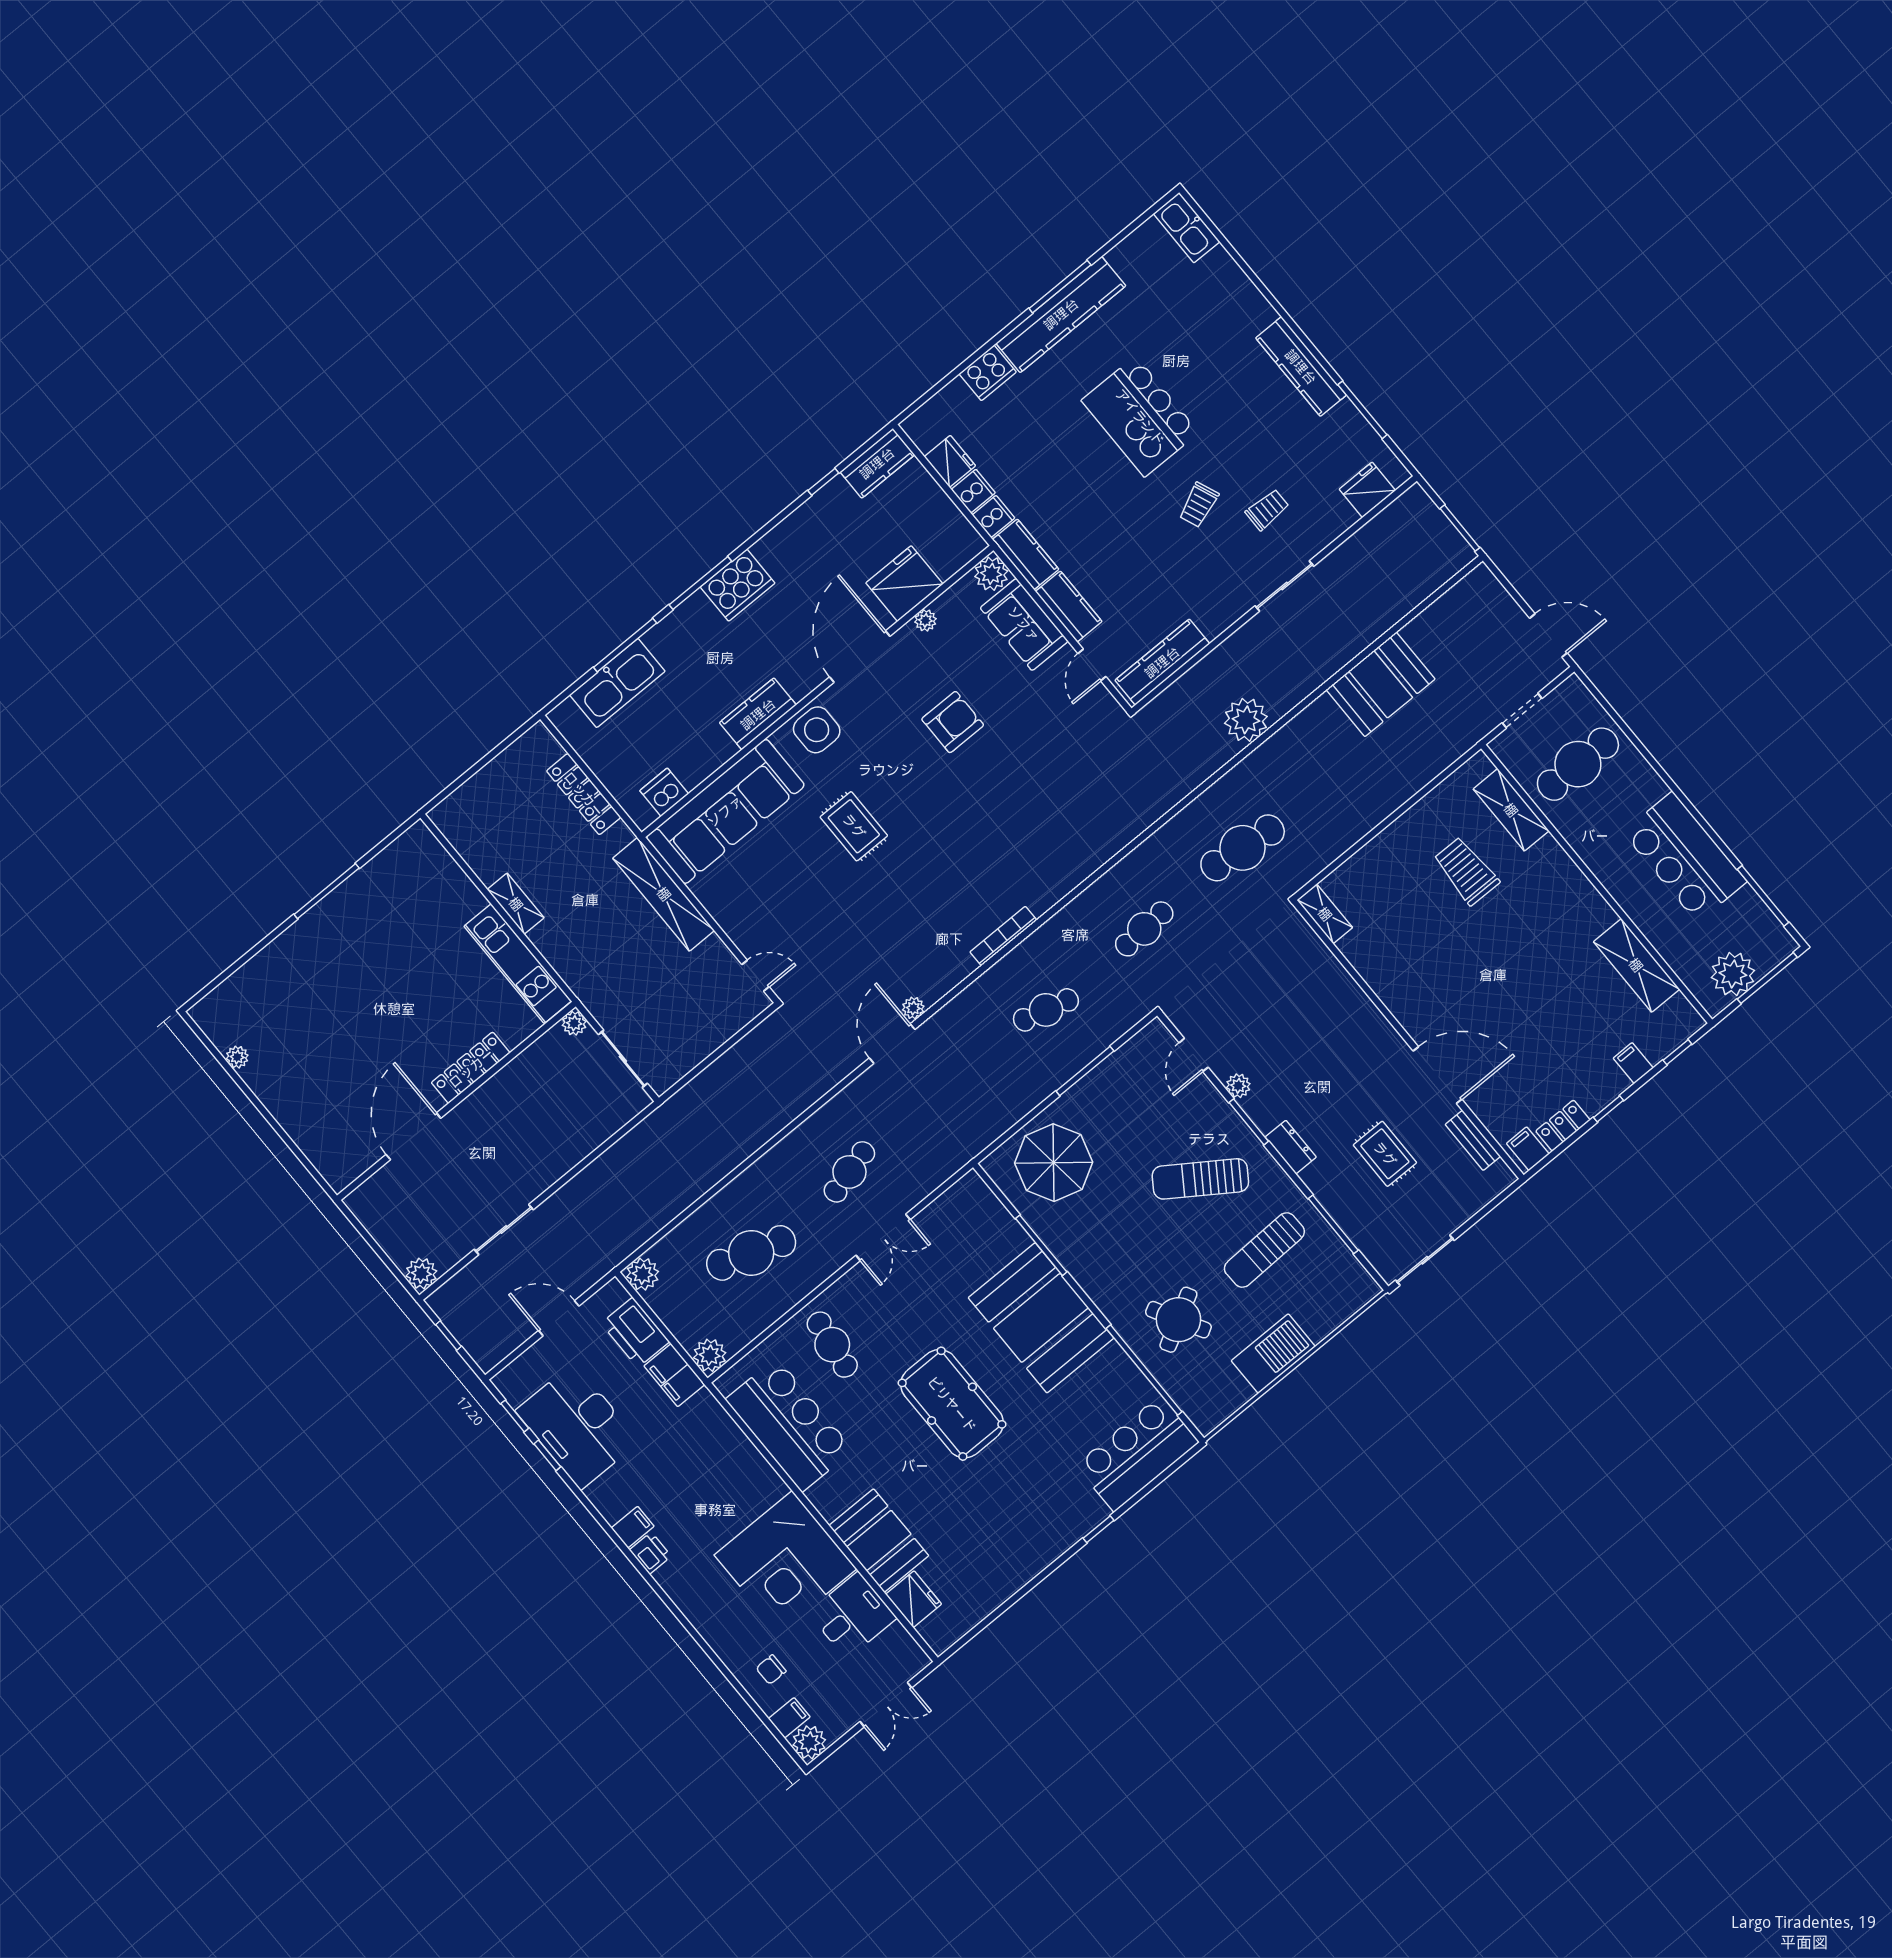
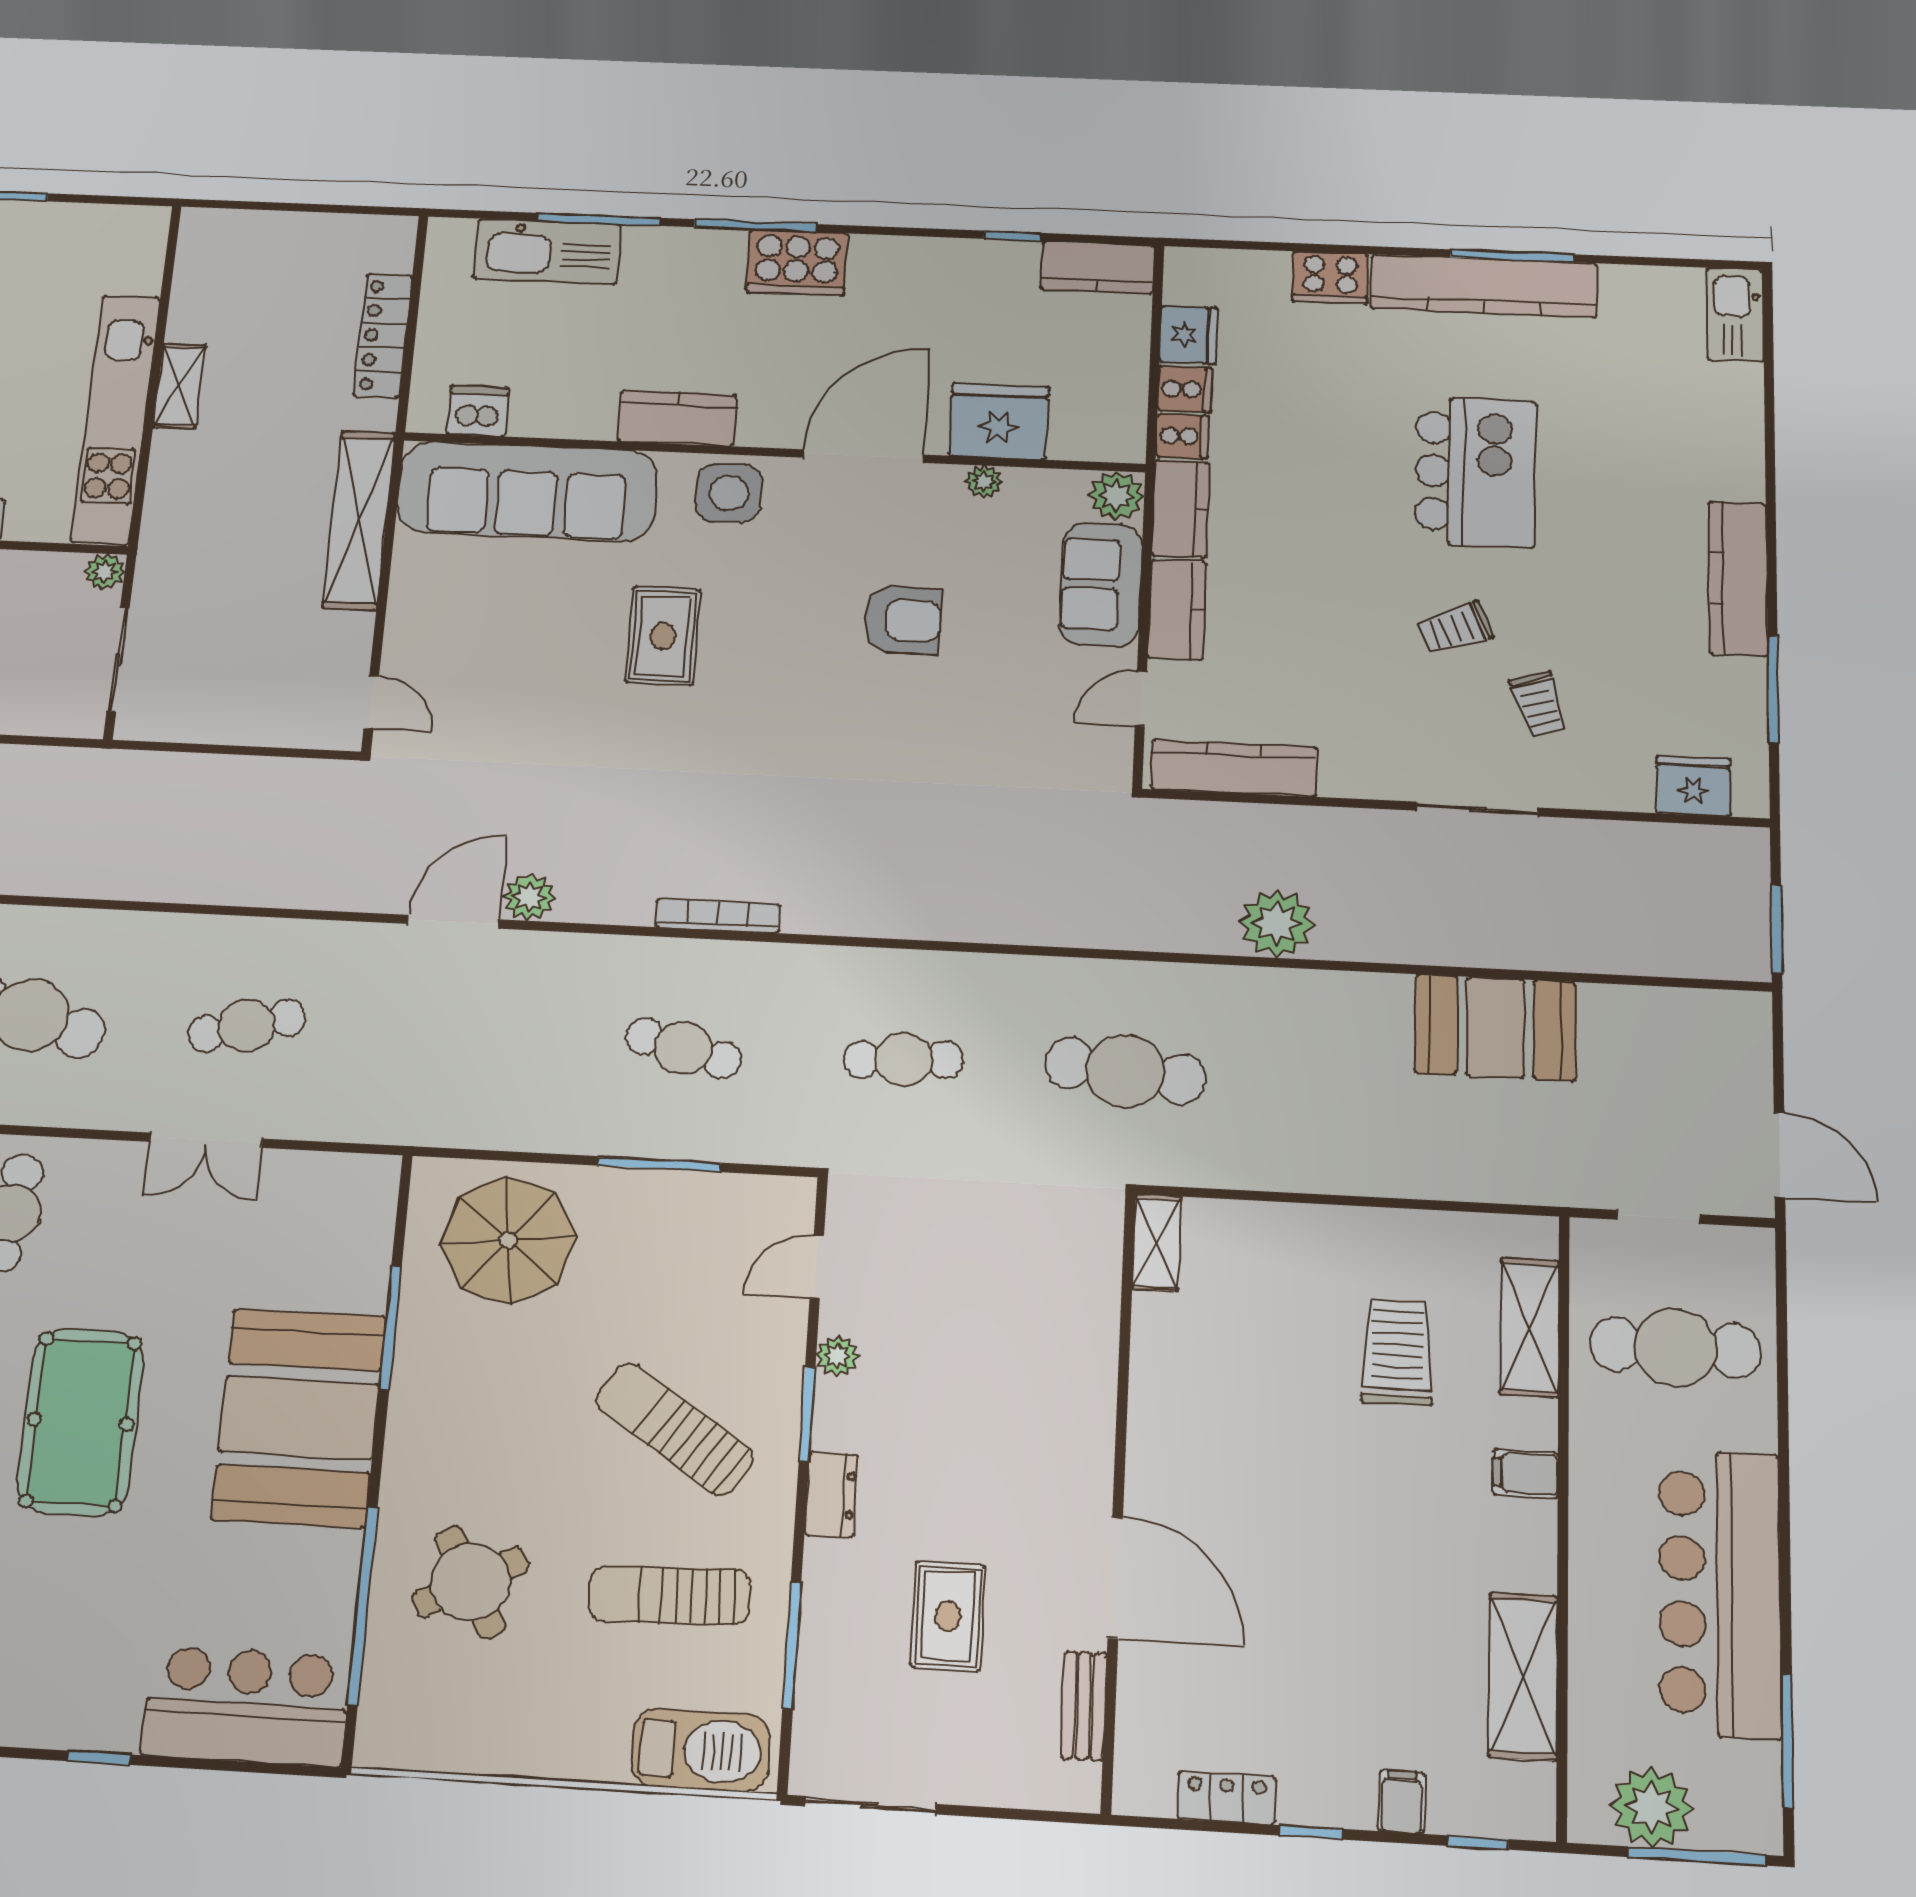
kitchen island: (1140, 417) -> (1475, 472), turned 180
trolley: (1267, 510) -> (1539, 704), turned 72
bar counter: (1685, 857) -> (1720, 1593), width x1.36
kitchen unit: (518, 964) -> (116, 419), width x1.36
plant: (913, 1008) -> (529, 897), width x1.38, depth x1.38
filing cabinet: (1528, 1149) -> (1526, 1474), moved, turned -90
barbecue: (1273, 1354) -> (701, 1751), moved

